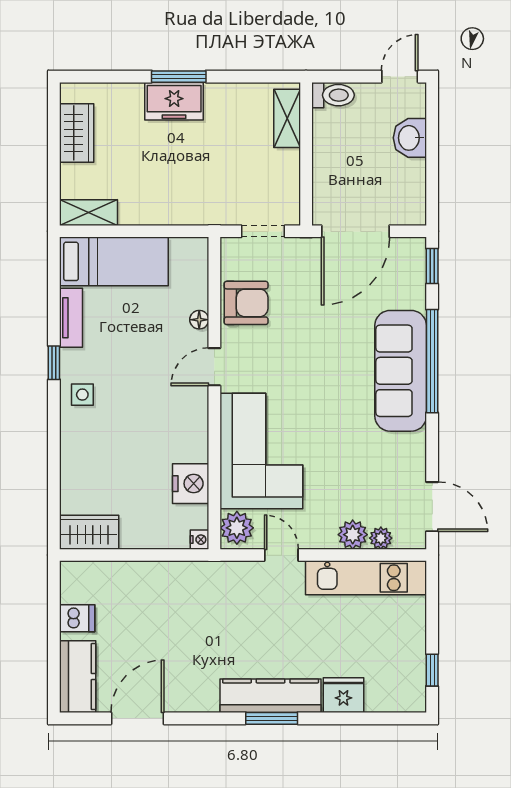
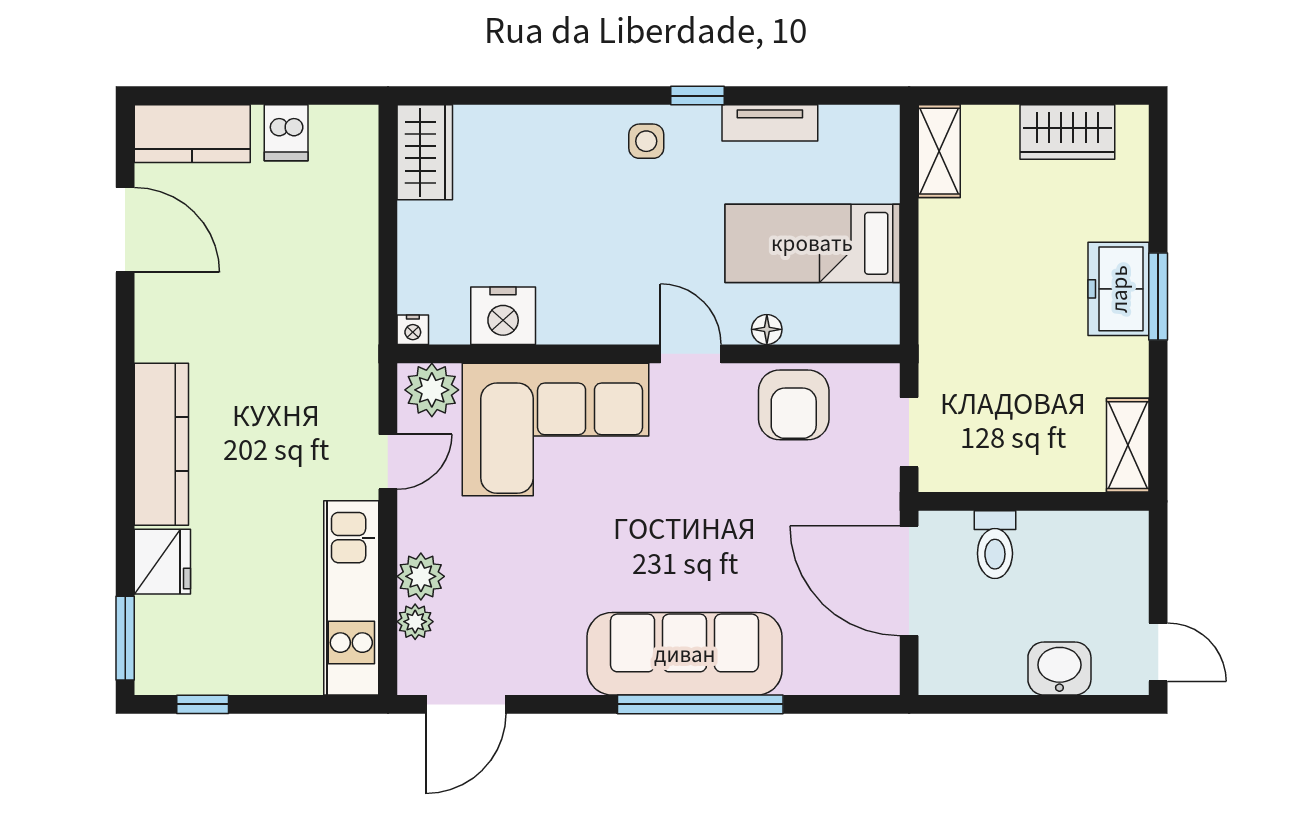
toilet: (333, 95) -> (995, 545), moved
shelving: (287, 118) -> (1128, 445), moved, turned 90
bed: (114, 261) -> (812, 243), moved, turned 90
window: (432, 266) -> (853, 704), removed
window: (272, 718) -> (125, 638), moved

